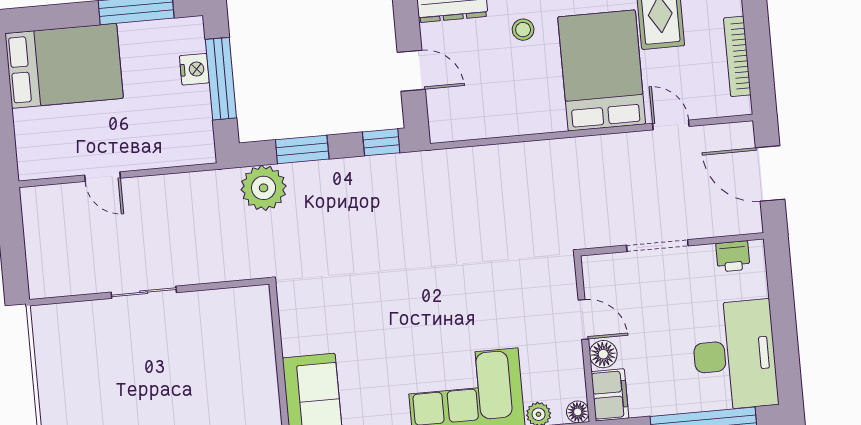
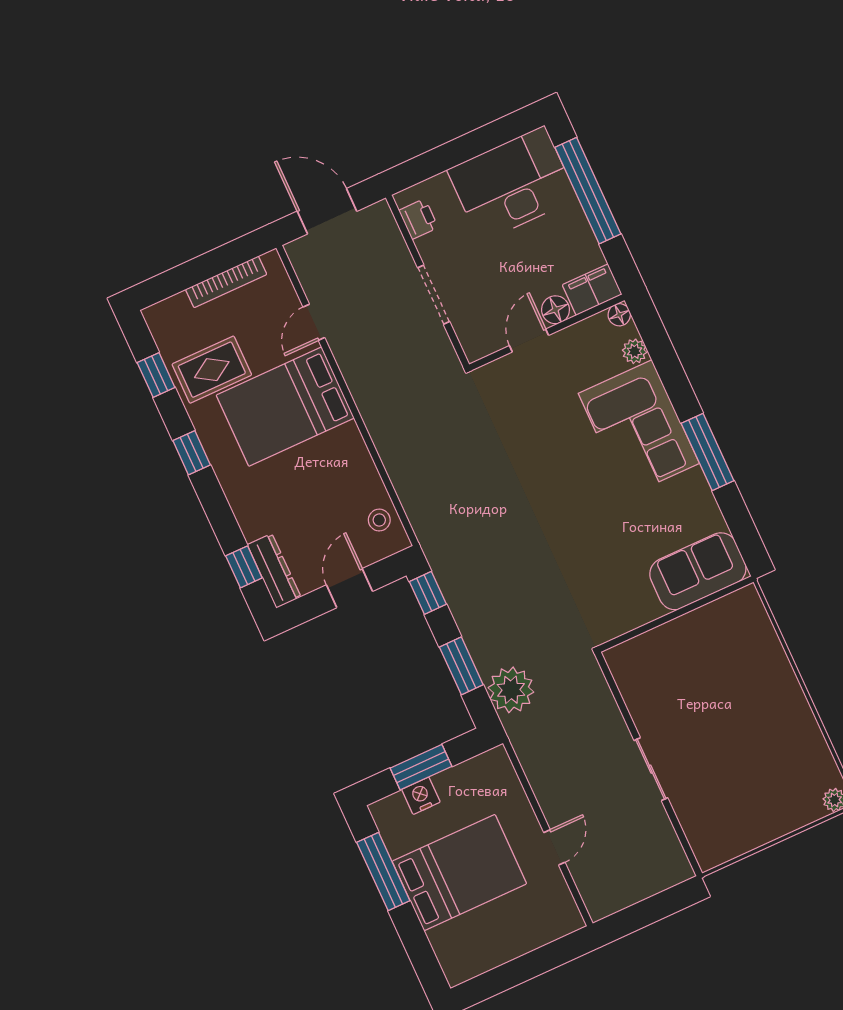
stool: (523, 30) -> (379, 520), moved
bed: (64, 66) -> (459, 873), moved, turned 90
window: (221, 79) -> (421, 767), width x0.69
door: (770, 173) -> (327, 211), swing flipped

